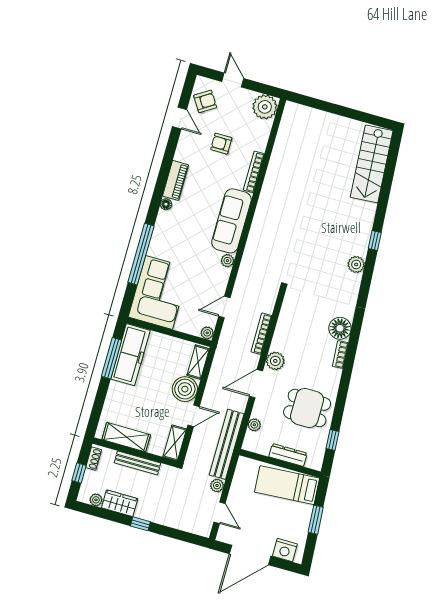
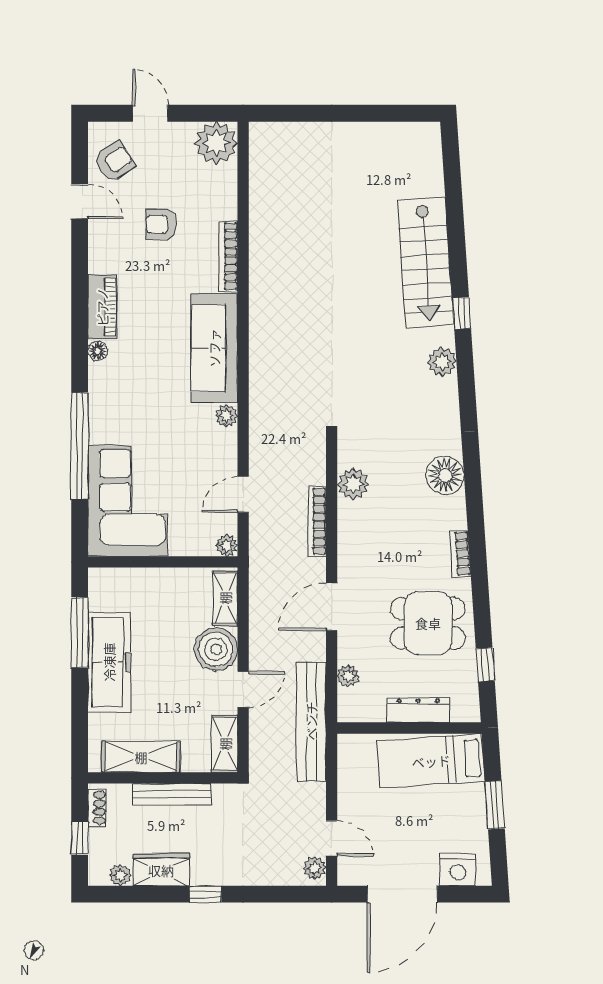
stairs: (372, 164) -> (426, 263), moved
bookcase: (340, 354) -> (460, 554), moved
freezer: (130, 355) -> (109, 662), moved
plant: (275, 361) -> (353, 484), moved
plant: (217, 485) -> (315, 868), moved

